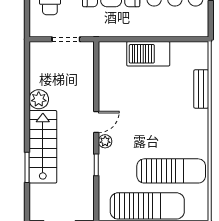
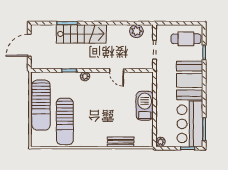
plant: (201, 31) -> (161, 142), added
plant: (39, 99) -> (136, 31), moved
door: (96, 122) -> (117, 70), moved

